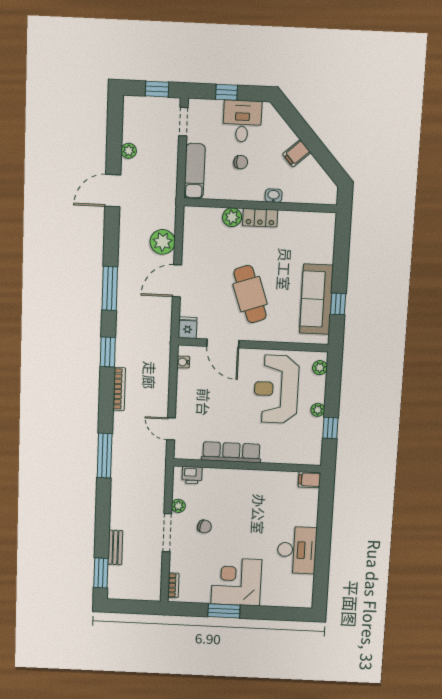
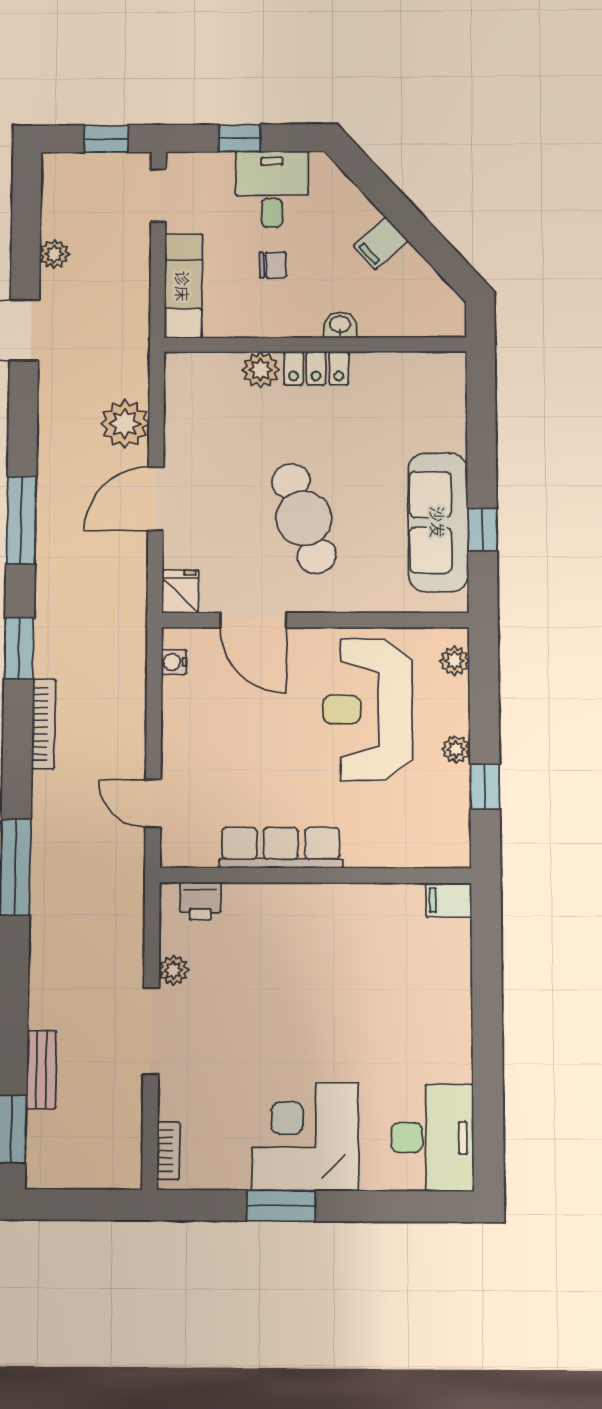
chair: (204, 526) -> (231, 1014), removed
desk: (297, 550) -> (432, 1138), moved

